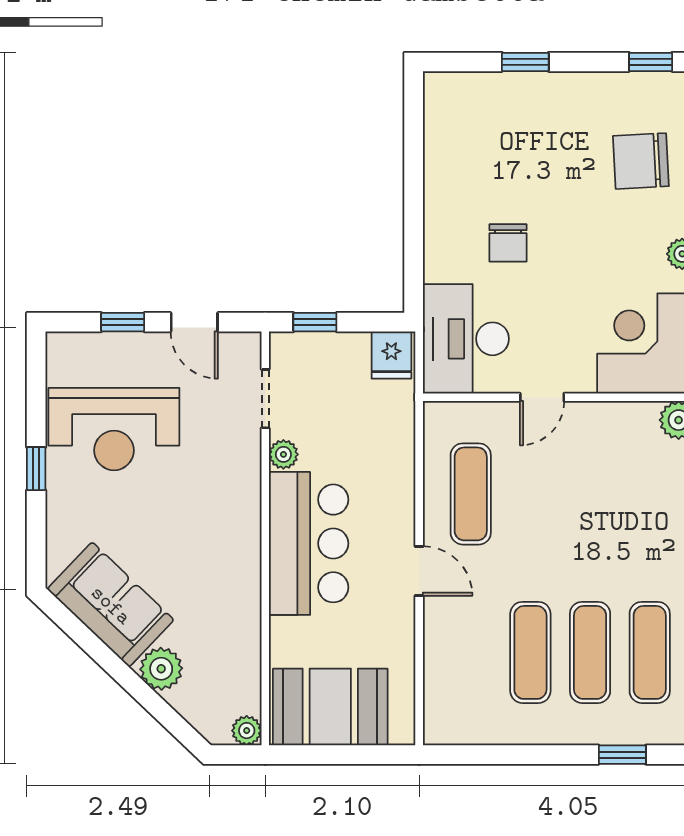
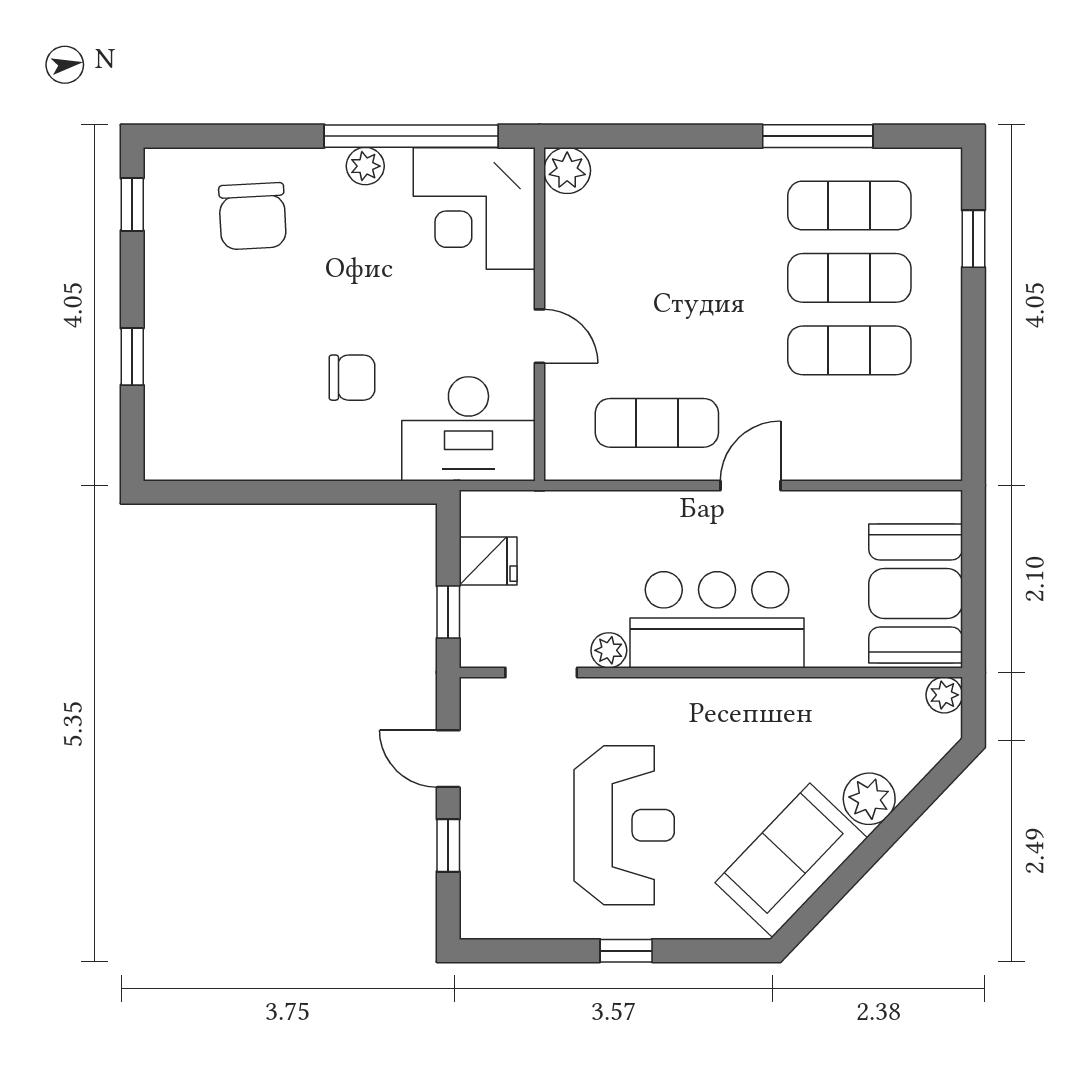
door: (194, 322) -> (448, 759), swing flipped
fridge: (391, 355) -> (488, 561), moved
reception desk: (114, 429) -> (624, 825), moved

